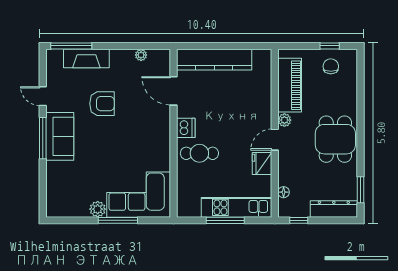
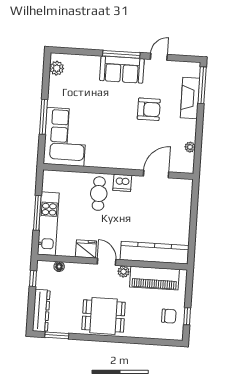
kitchen counter: (214, 60) -> (154, 253), moved, turned 90
armchair: (102, 104) -> (149, 109), turned -90
plant: (98, 209) -> (57, 68), moved

